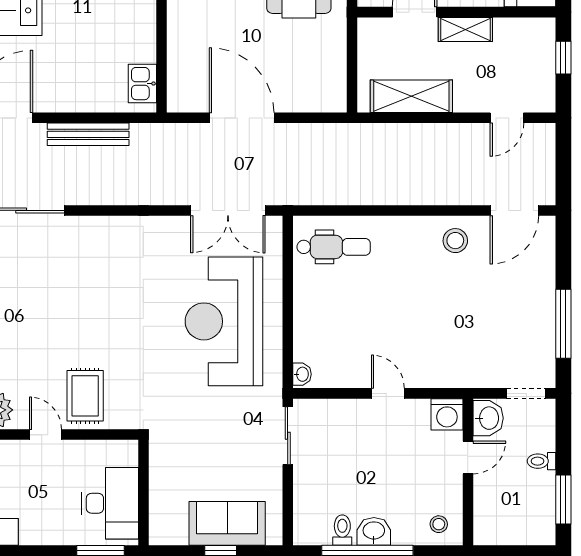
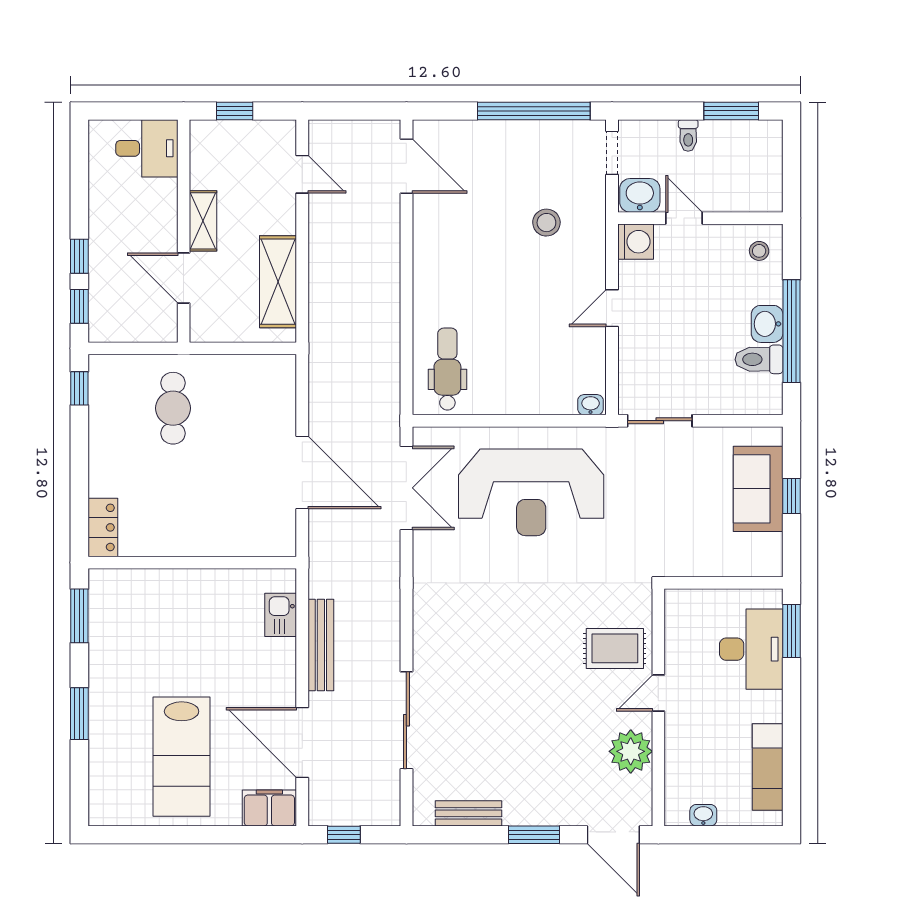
kitchen sink: (142, 84) -> (281, 615), moved, turned 90
door: (242, 118) -> (302, 472), swing flipped
stool: (455, 241) -> (546, 223), moved
window: (563, 324) -> (534, 111), width x1.46
desk: (110, 503) -> (751, 649), moved, turned 90
toilet: (342, 530) -> (759, 359), width x1.37, depth x1.39

